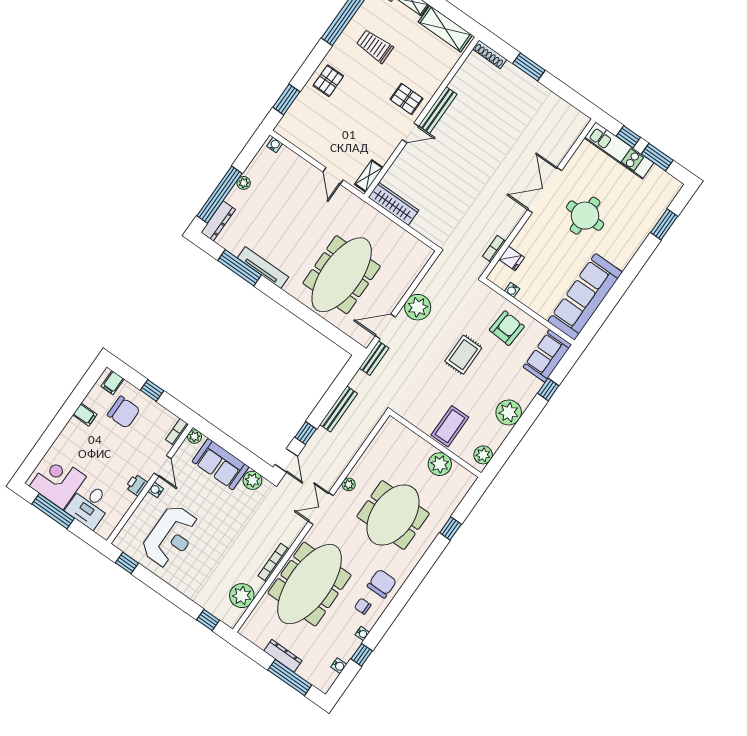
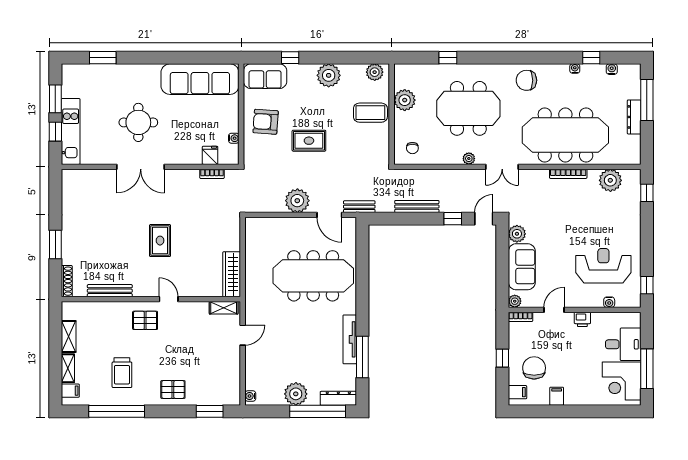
shelving: (445, 29) -> (69, 336), width x0.67, depth x0.75
pallet: (406, 99) -> (145, 320), turned 90
bench: (438, 110) -> (110, 291), moved
rug: (468, 162) -> (160, 241), added
plant: (244, 183) -> (296, 394), width x1.88, depth x1.88
water cooler: (156, 490) -> (609, 302), moved
chair: (363, 606) -> (412, 148), moved

